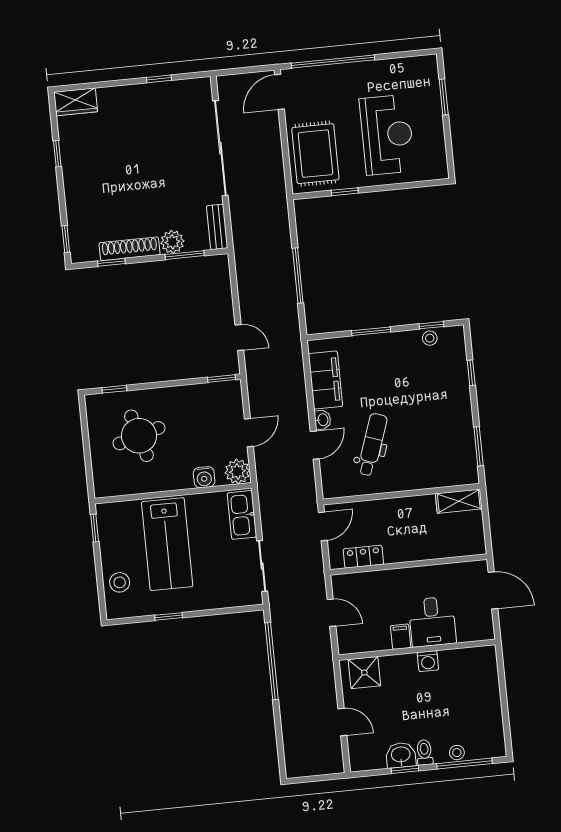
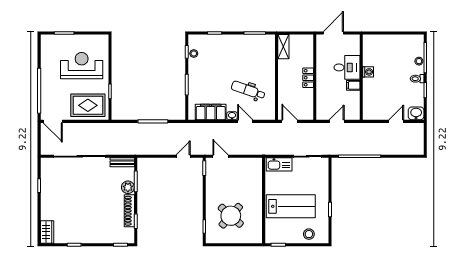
door: (249, 433) -> (220, 156), moved
round table: (139, 436) -> (231, 216), turned -32
plant: (237, 472) -> (255, 164), removed
water cooler: (204, 477) -> (257, 183), removed
locker: (363, 557) -> (308, 78), moved
shower: (364, 673) -> (371, 107), removed
washbasin: (401, 755) -> (416, 113), moved, turned 90

